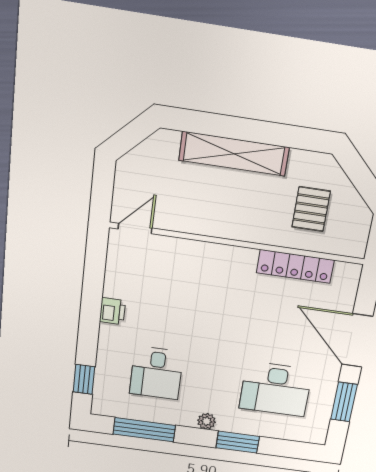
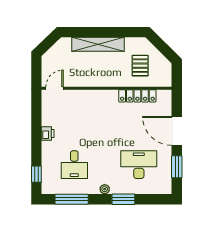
desk: (276, 389) -> (139, 165), turned 180

